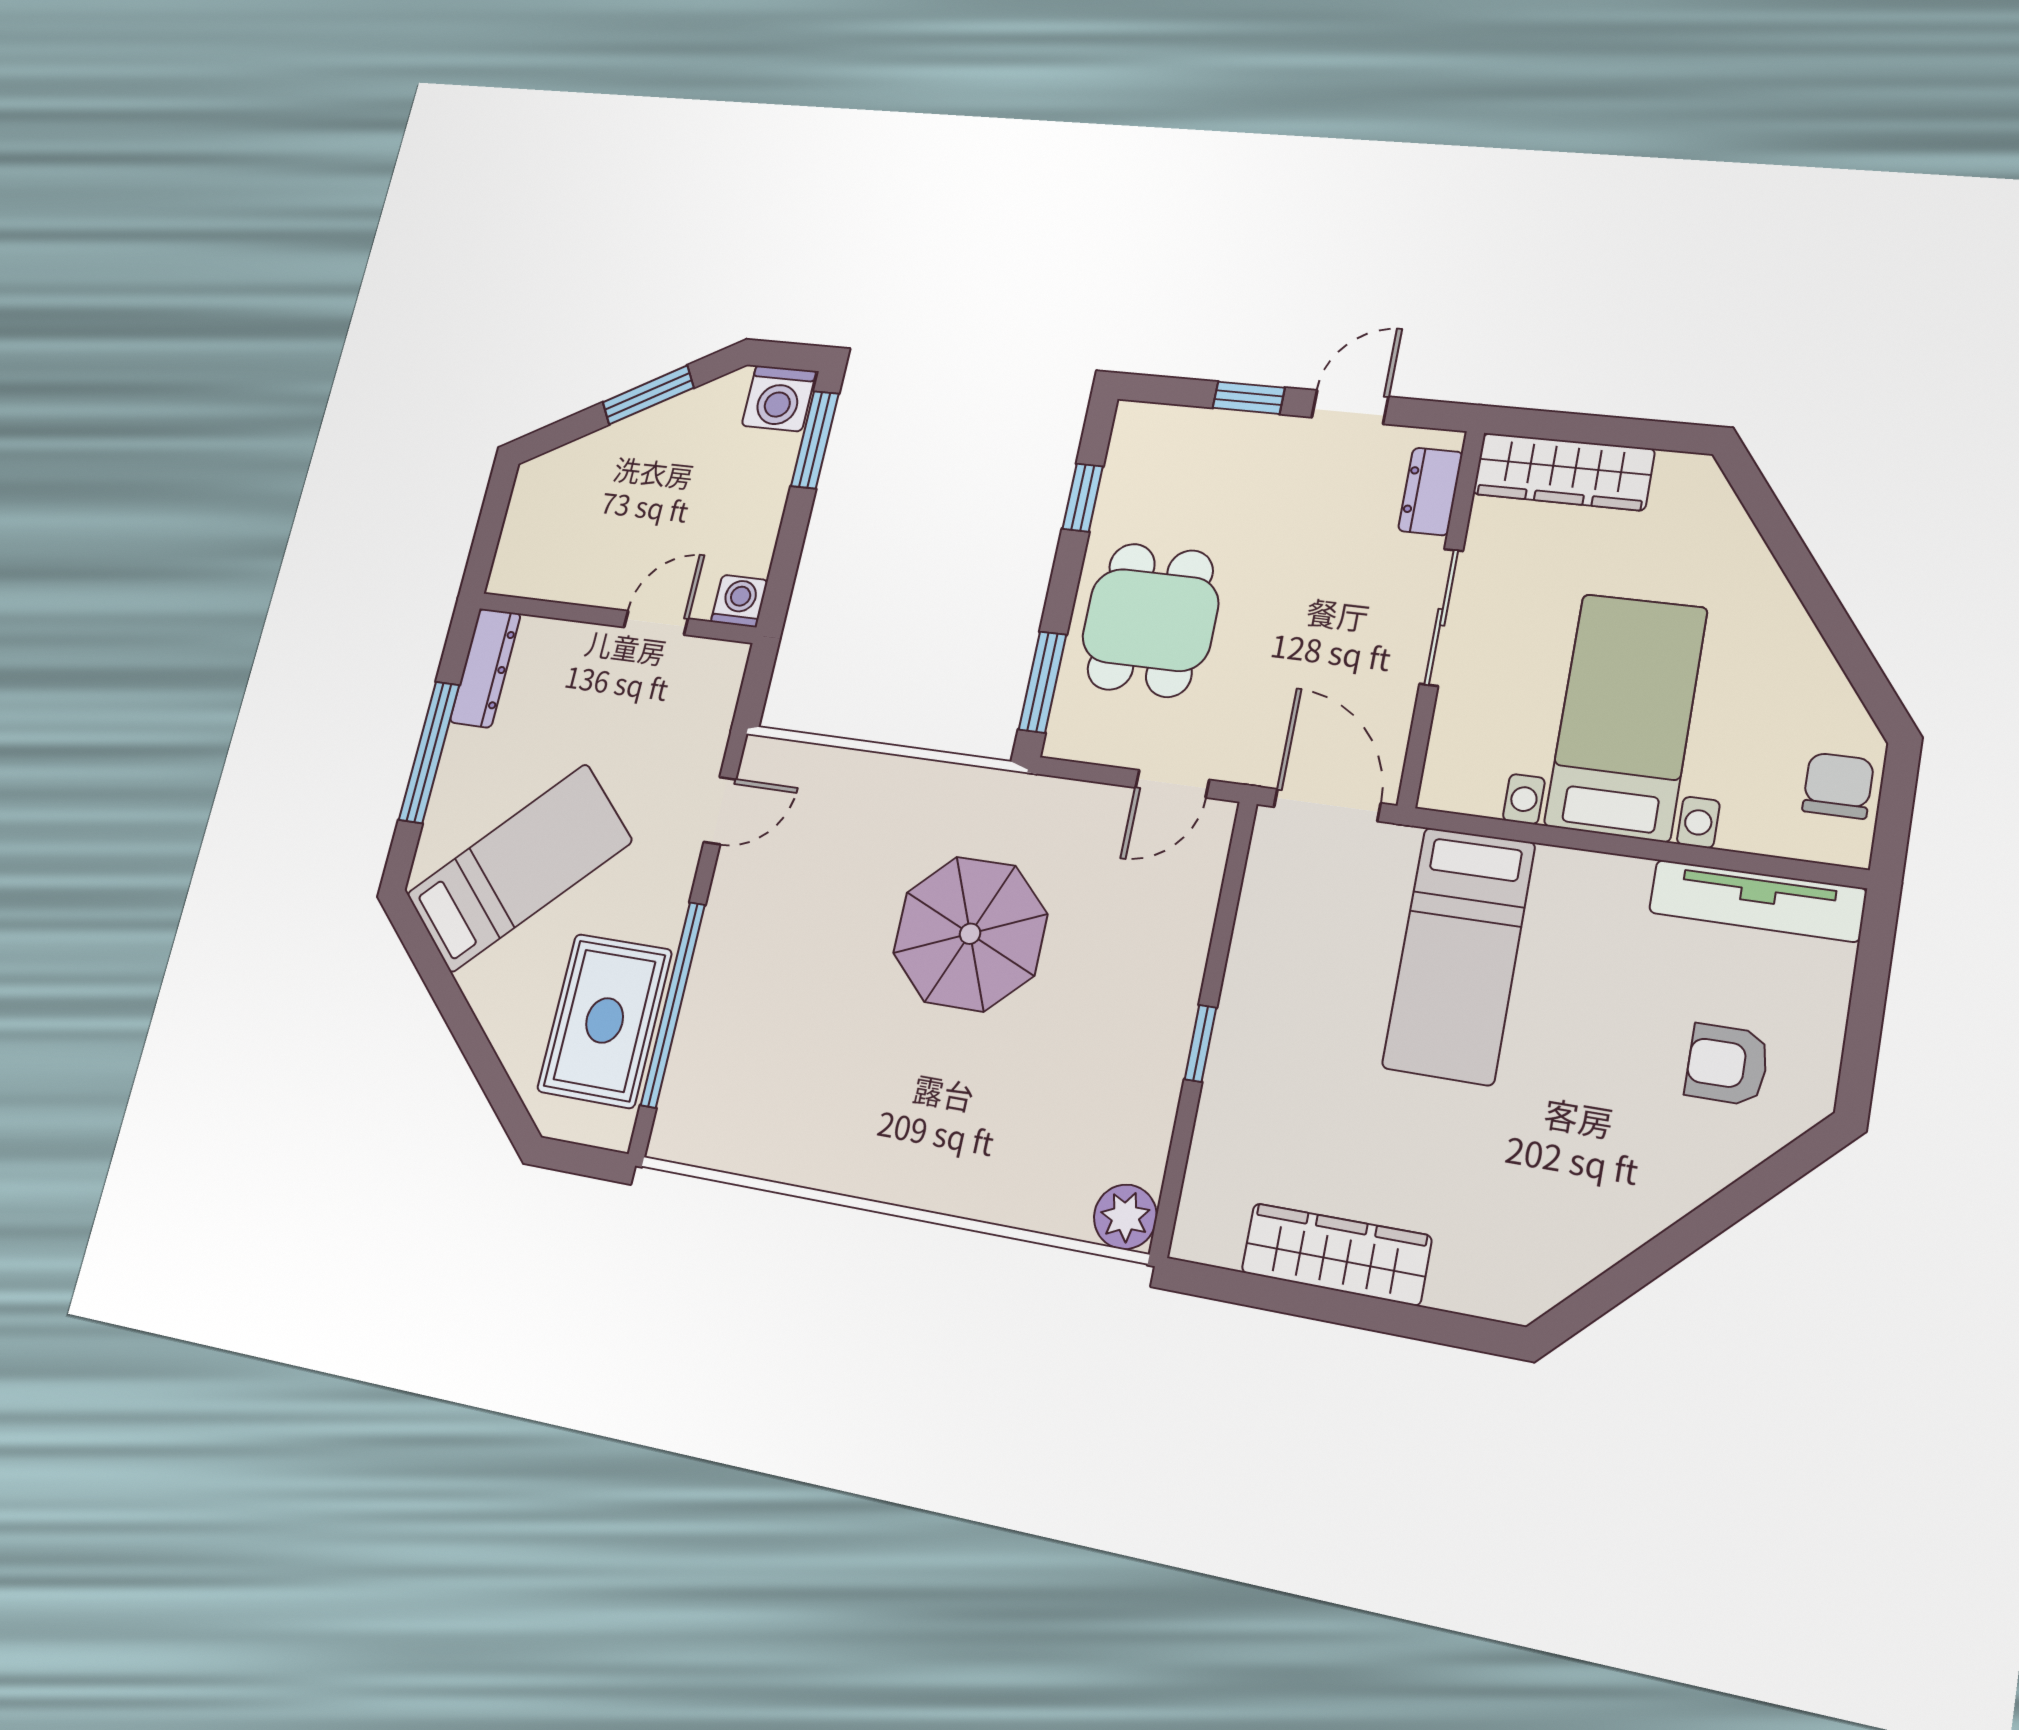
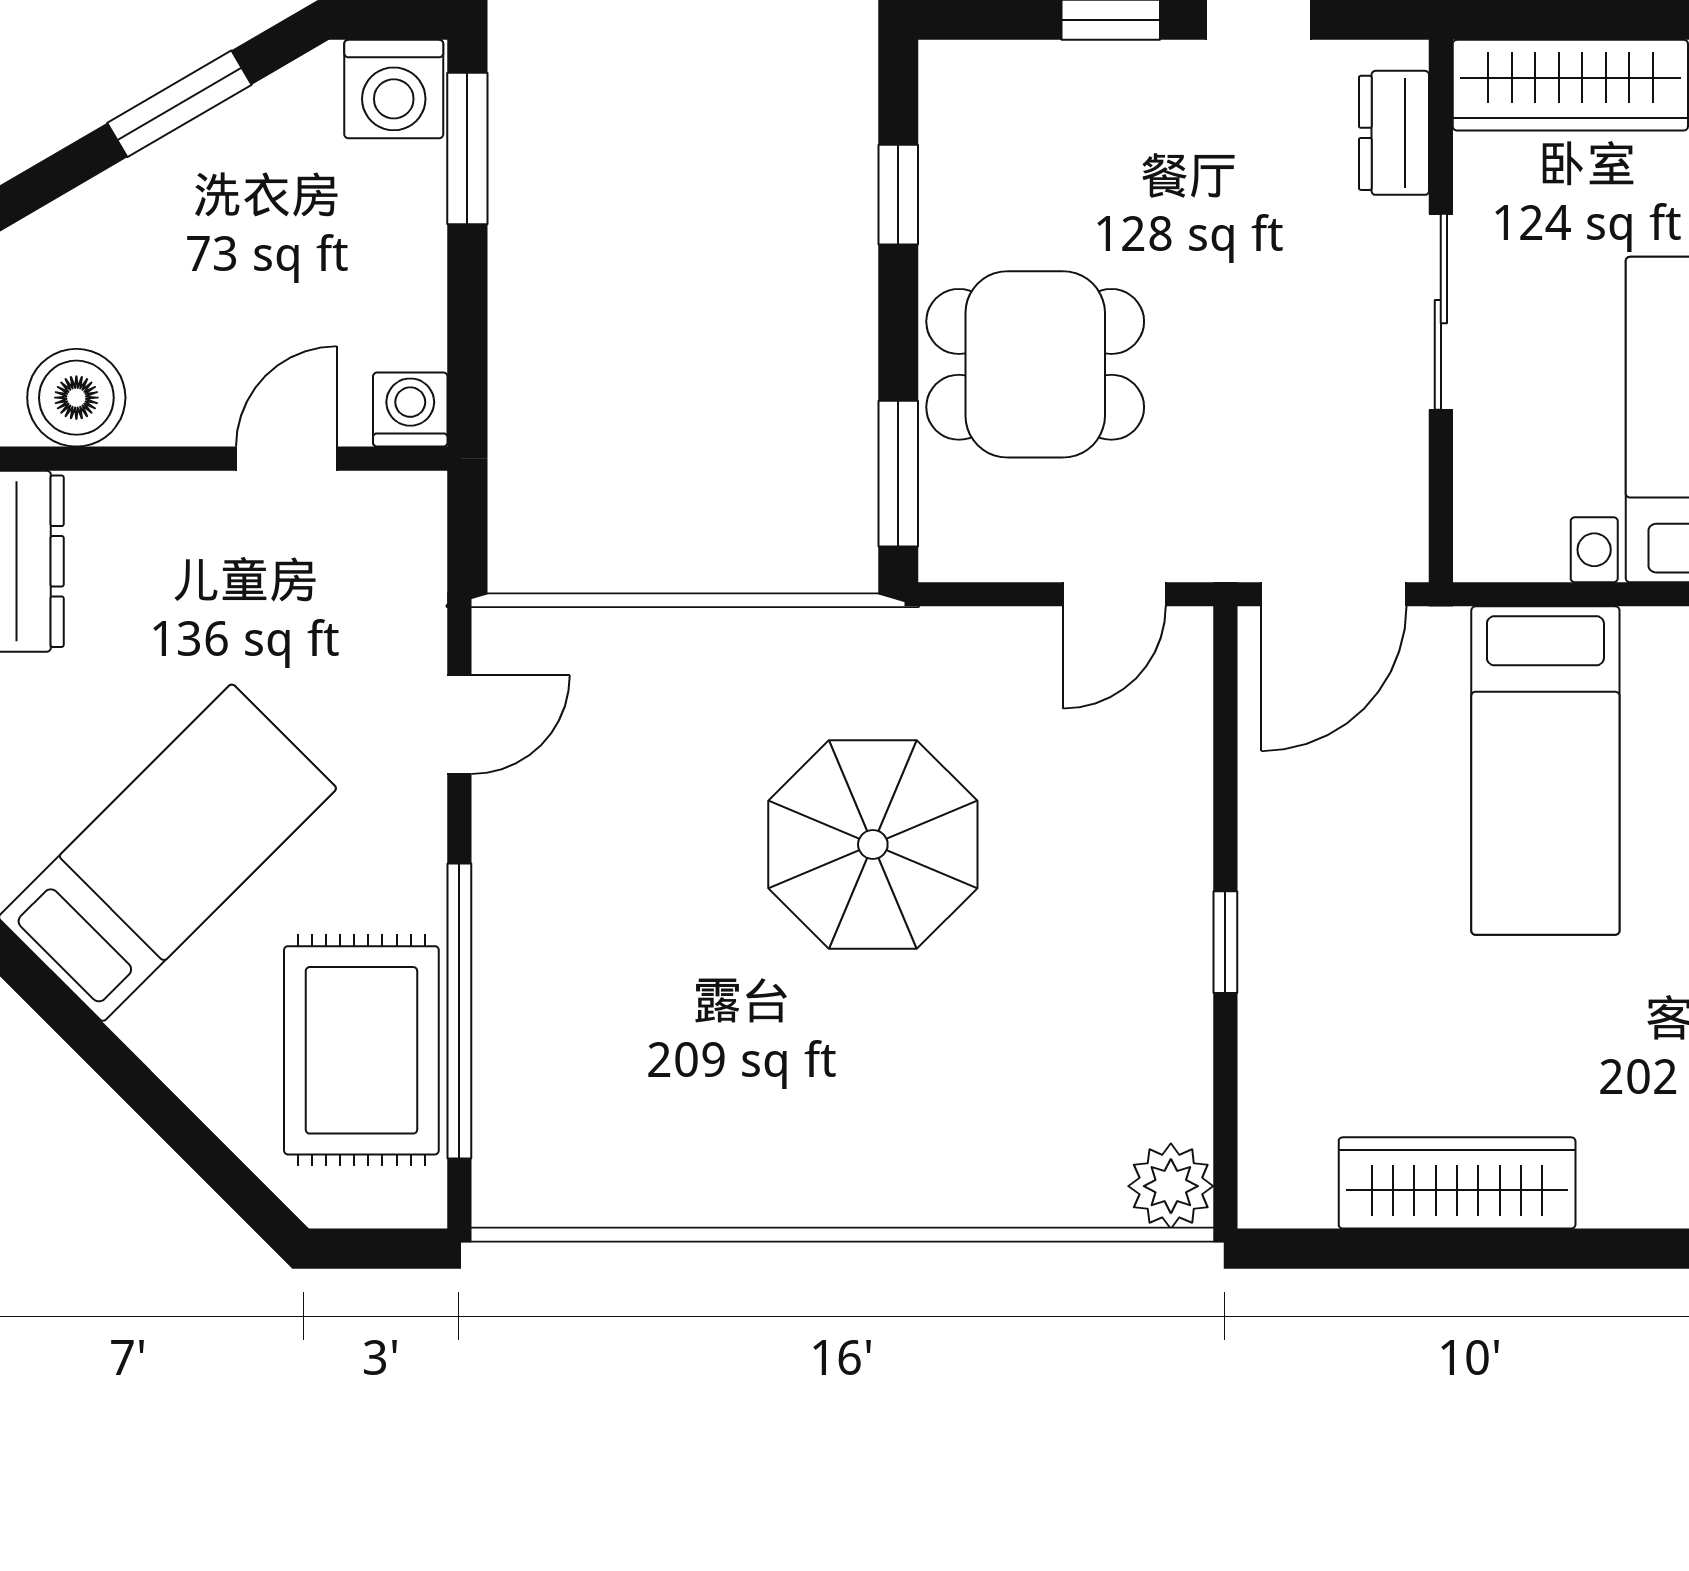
boiler: (541, 569) -> (76, 398), added
dining table: (1150, 620) -> (1035, 364), turned 90
door: (1327, 805) -> (1334, 594), swing flipped

